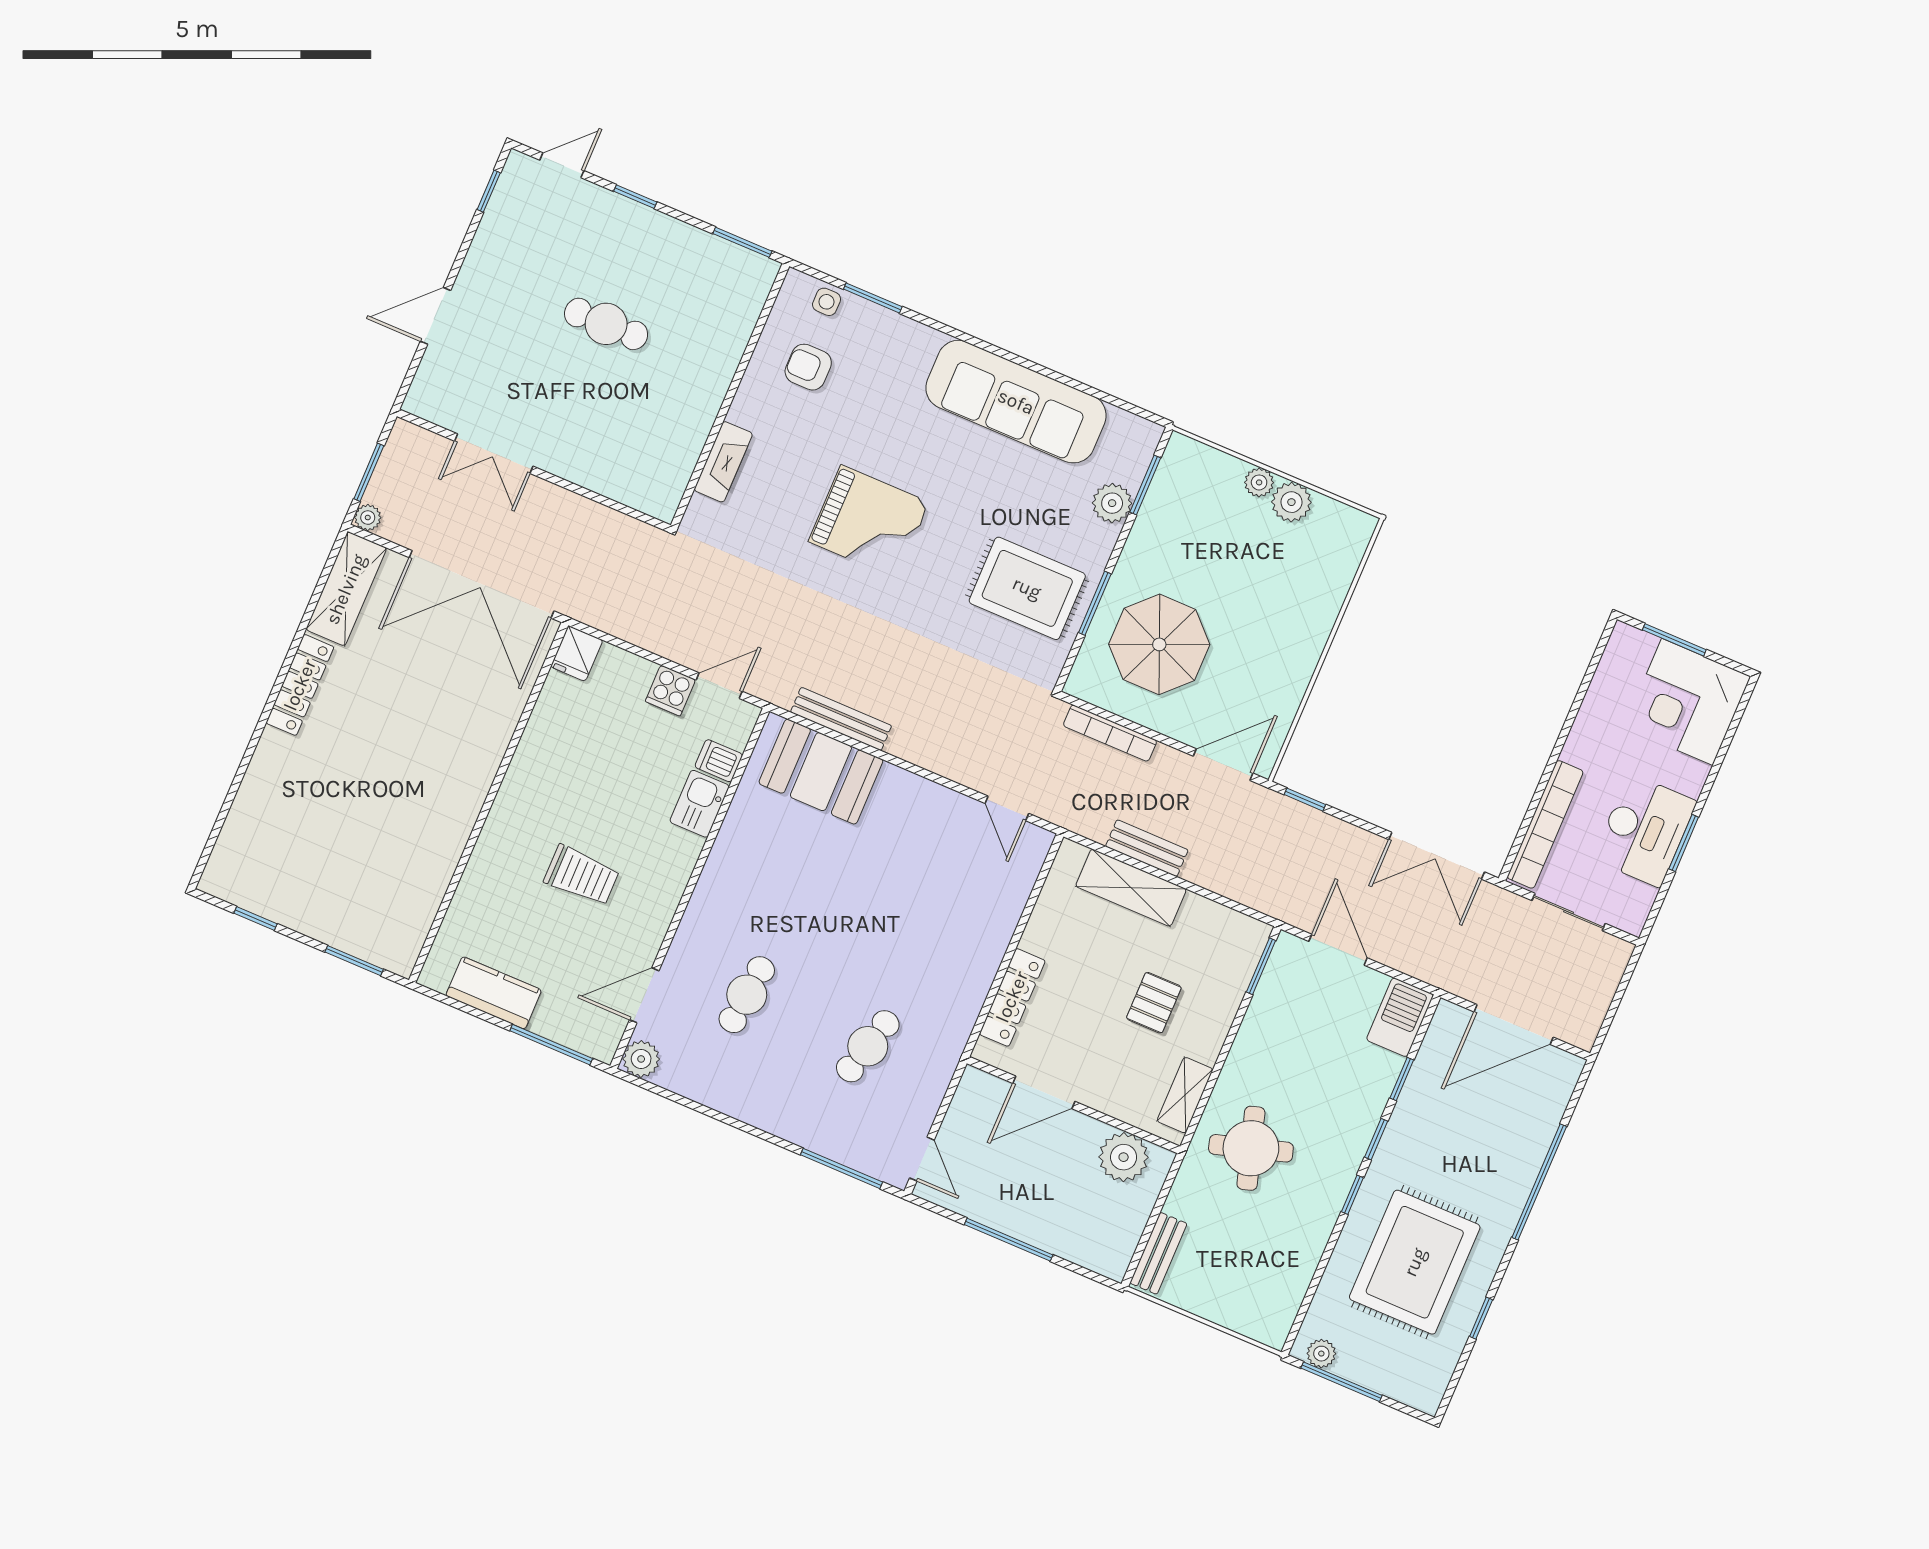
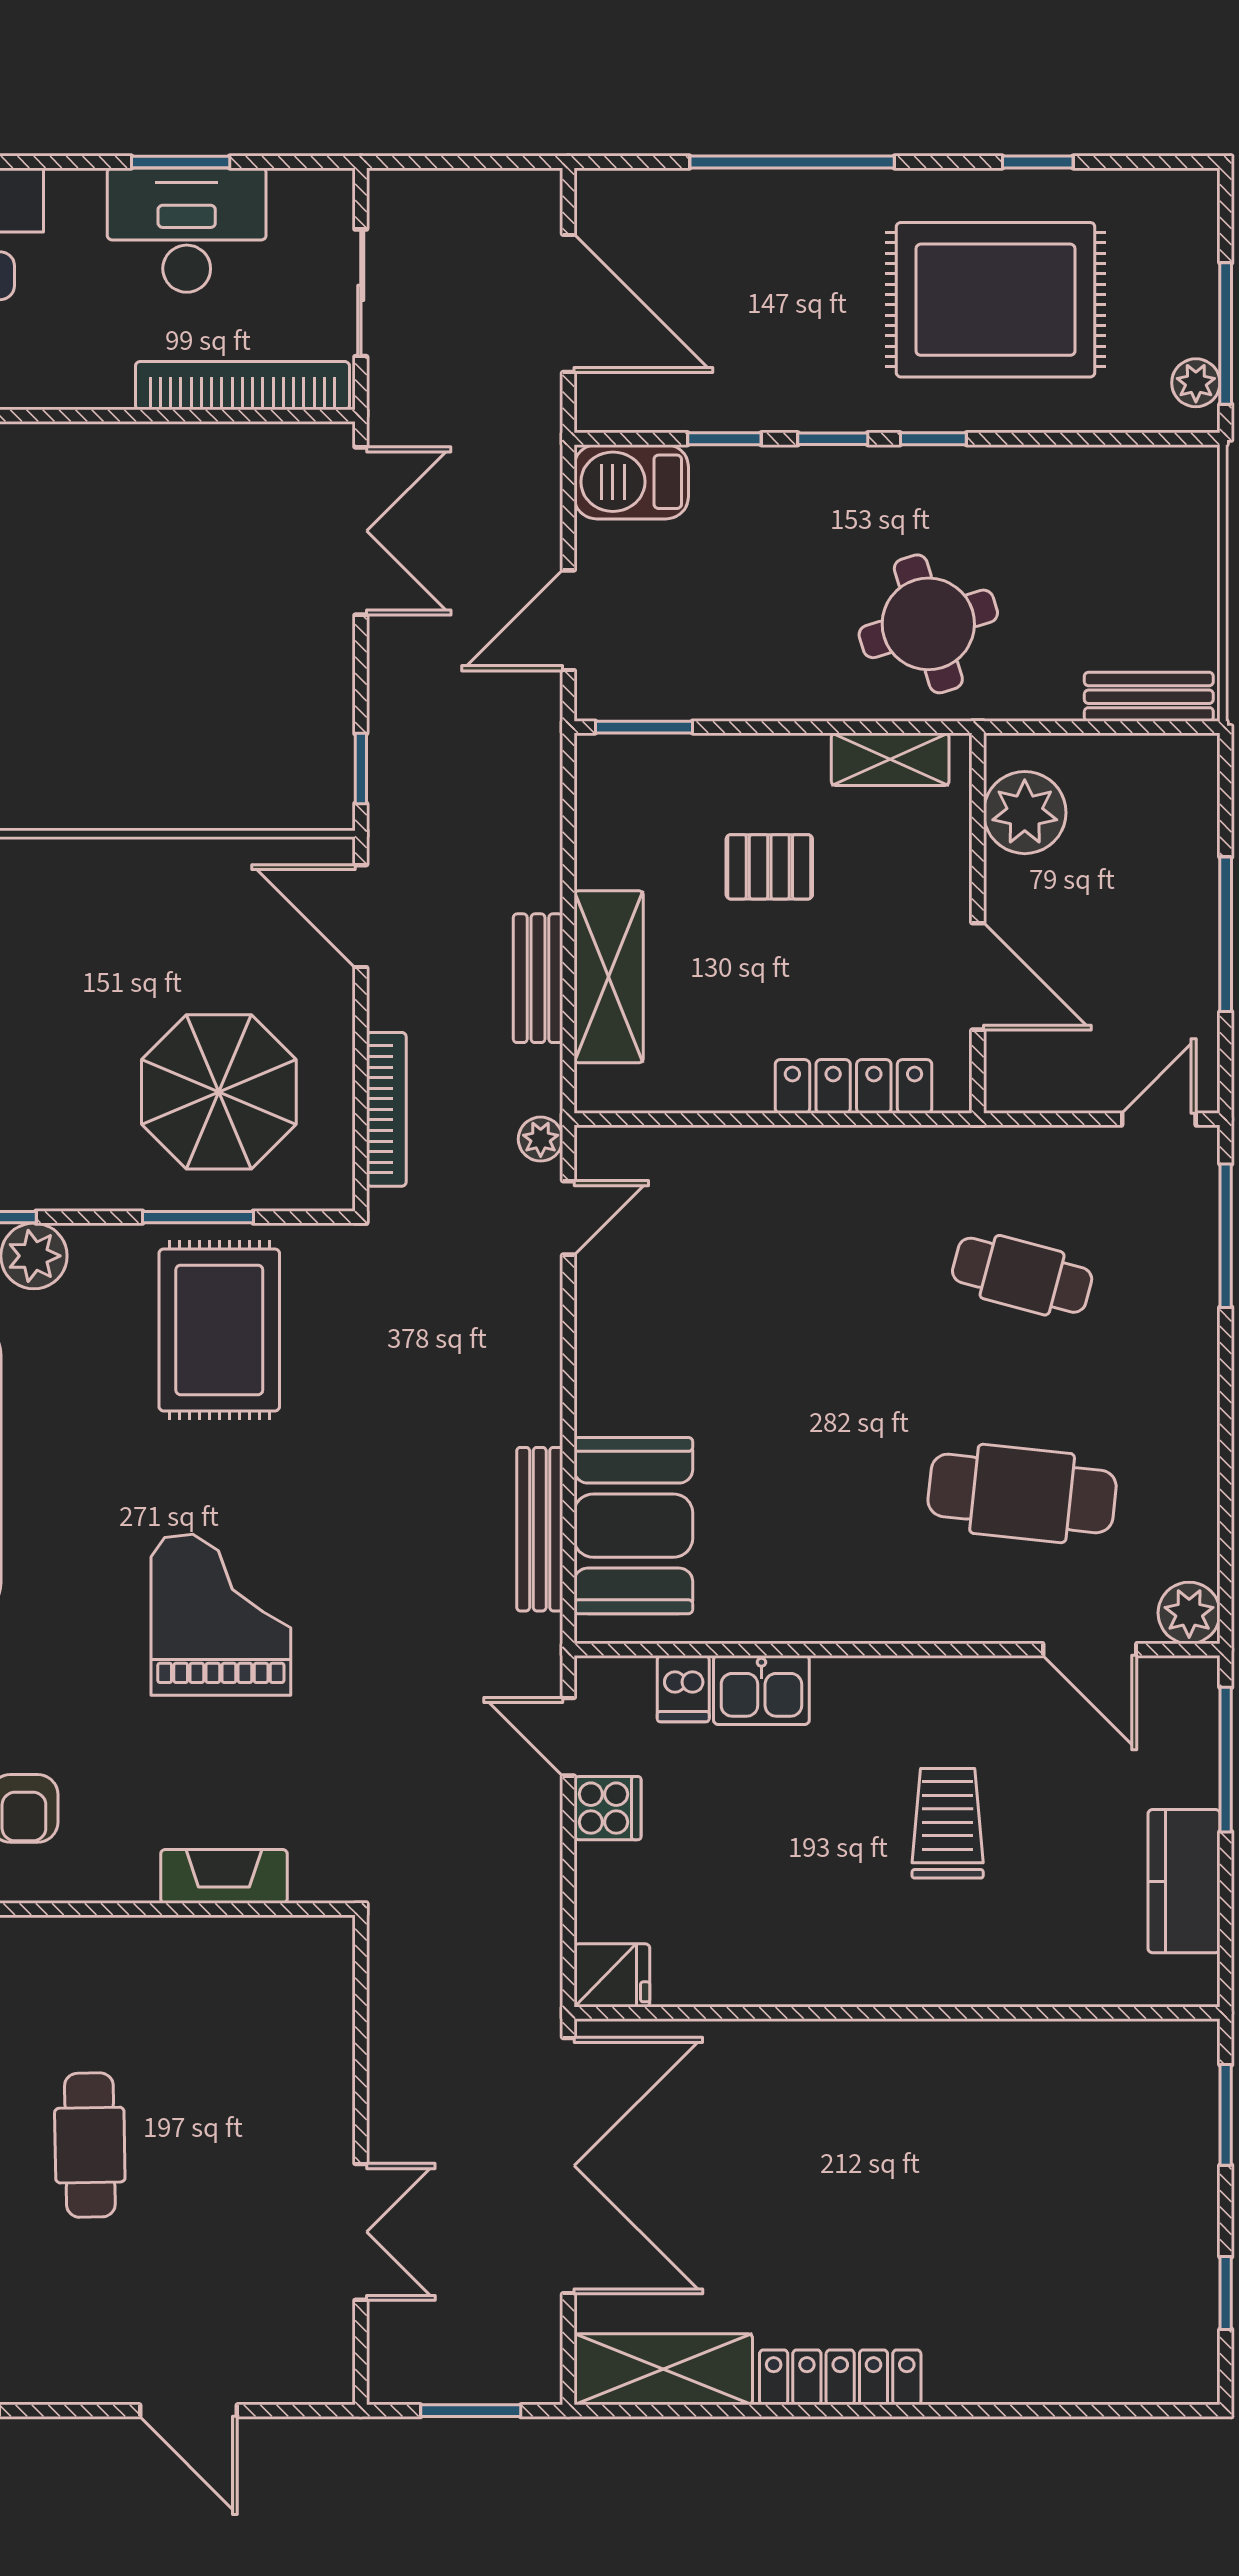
plant: (368, 518) -> (541, 1139), moved
cafe table: (747, 995) -> (1022, 1493), width x1.37, depth x1.35

